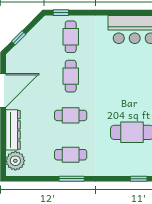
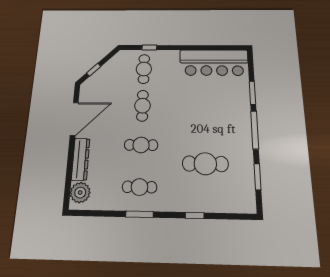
window: (61, 13) -> (149, 48), moved
window: (139, 179) -> (195, 216), moved

